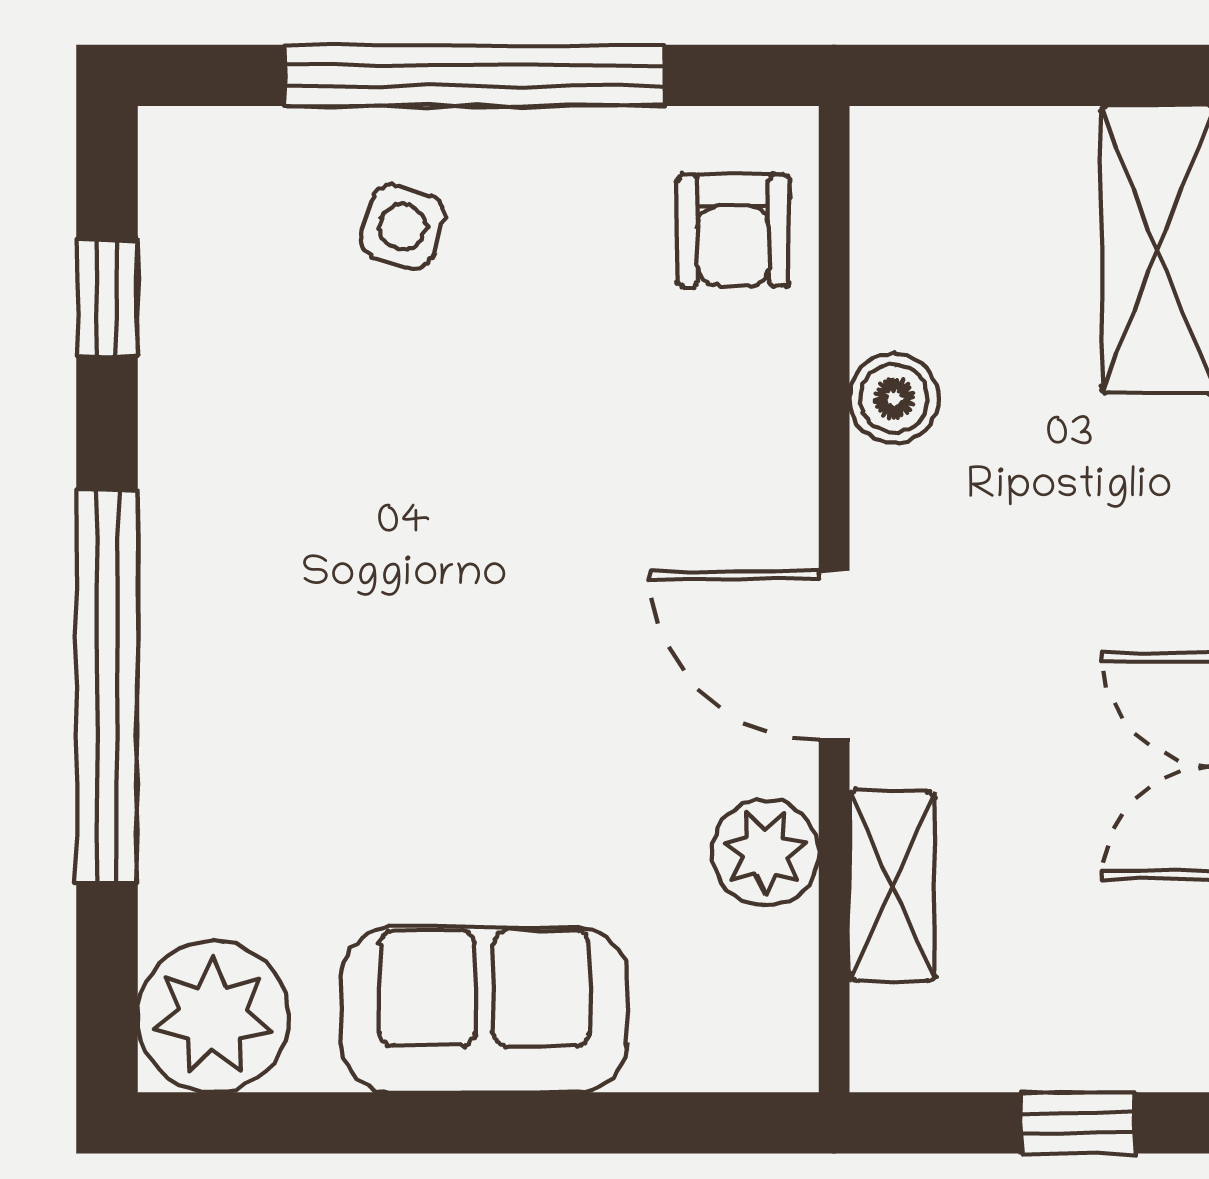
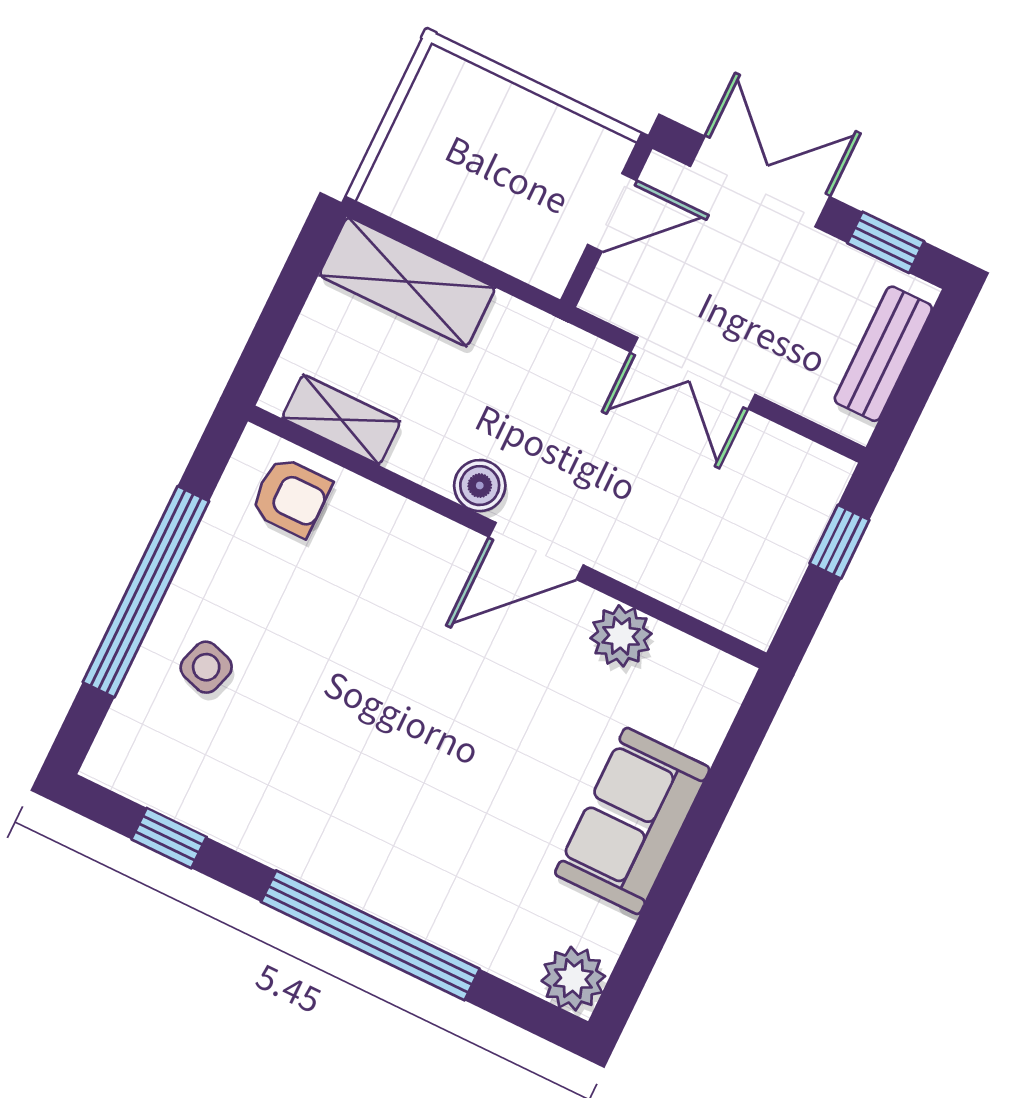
boiler: (894, 398) -> (480, 486), moved
shelving: (892, 886) -> (341, 420), moved
plant: (213, 1017) -> (573, 979), width x0.73, depth x0.73

